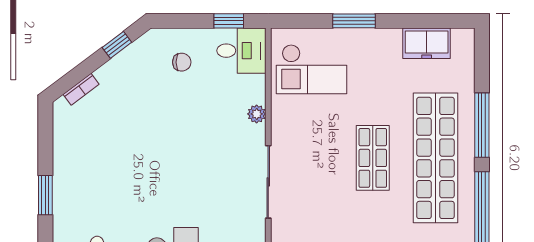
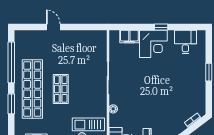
window: (482, 125) -> (11, 104), width x0.69

